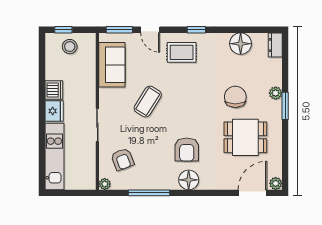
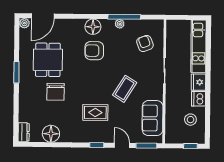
window: (196, 30) -> (97, 145), moved
stool: (70, 47) -> (190, 120), moved
rug: (182, 52) -> (95, 112), moved
plant: (276, 93) -> (24, 94), removed
window: (285, 106) -> (16, 72), moved
dining table: (245, 137) -> (48, 60), turned 90
armchair: (187, 150) -> (94, 51), turned -90
plant: (105, 184) -> (120, 24), moved

